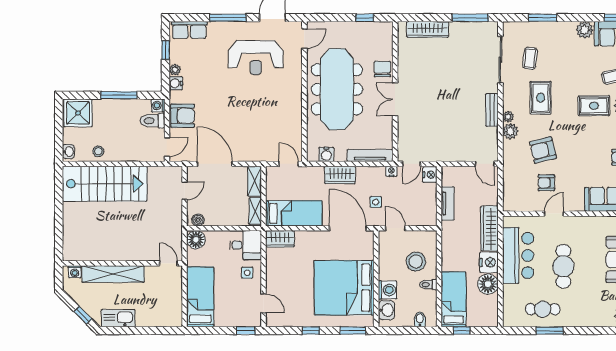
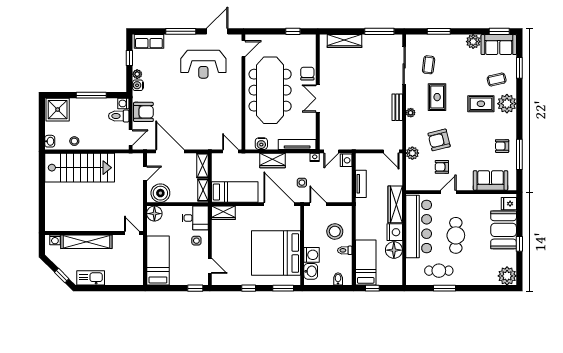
plant: (510, 131) -> (412, 153), moved
boiler: (198, 220) -> (160, 193), width x1.86, depth x1.86
bar counter: (518, 255) -> (419, 227), width x1.36

